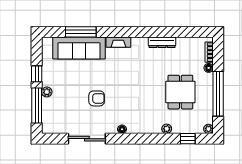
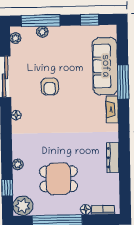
window: (81, 32) -> (123, 82), moved
window: (37, 74) -> (90, 20), moved
plant: (47, 92) -> (42, 32), moved
plant: (52, 129) -> (15, 38), added
plant: (208, 129) -> (23, 206), width x1.88, depth x1.88

